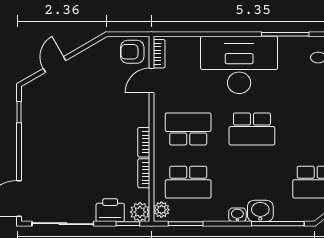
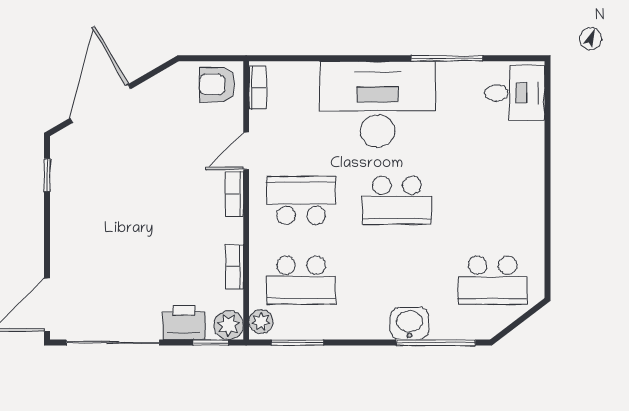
door: (55, 64) -> (100, 103), width x1.87
door: (152, 81) -> (246, 151), moved
bookcase: (144, 142) -> (234, 194), moved
washbasin: (237, 215) -> (375, 329), removed

